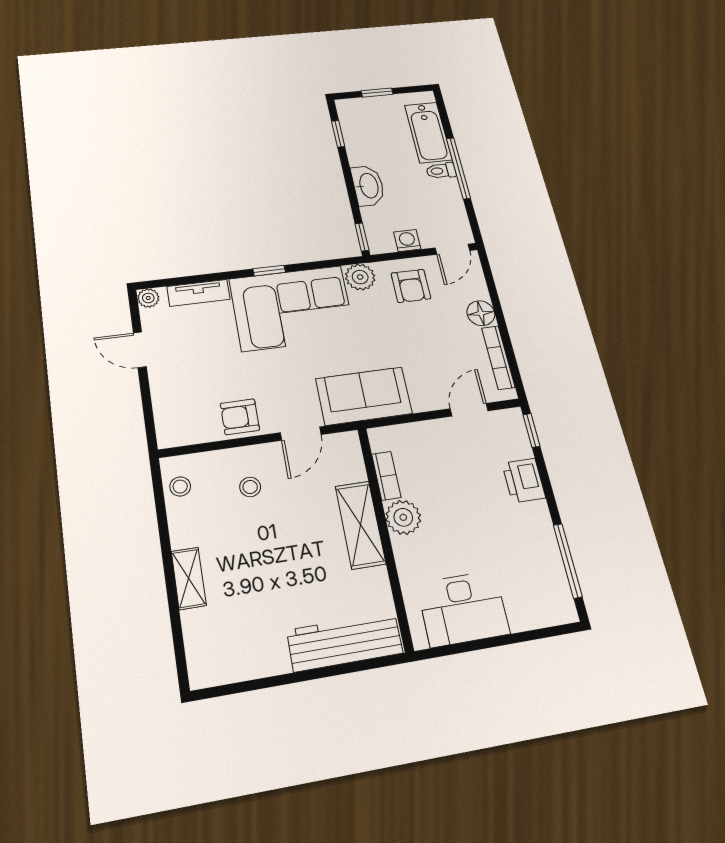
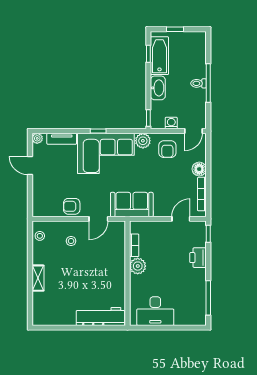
bathtub: (428, 132) -> (159, 56), moved, turned 180
shelving: (360, 525) -> (118, 266), removed

